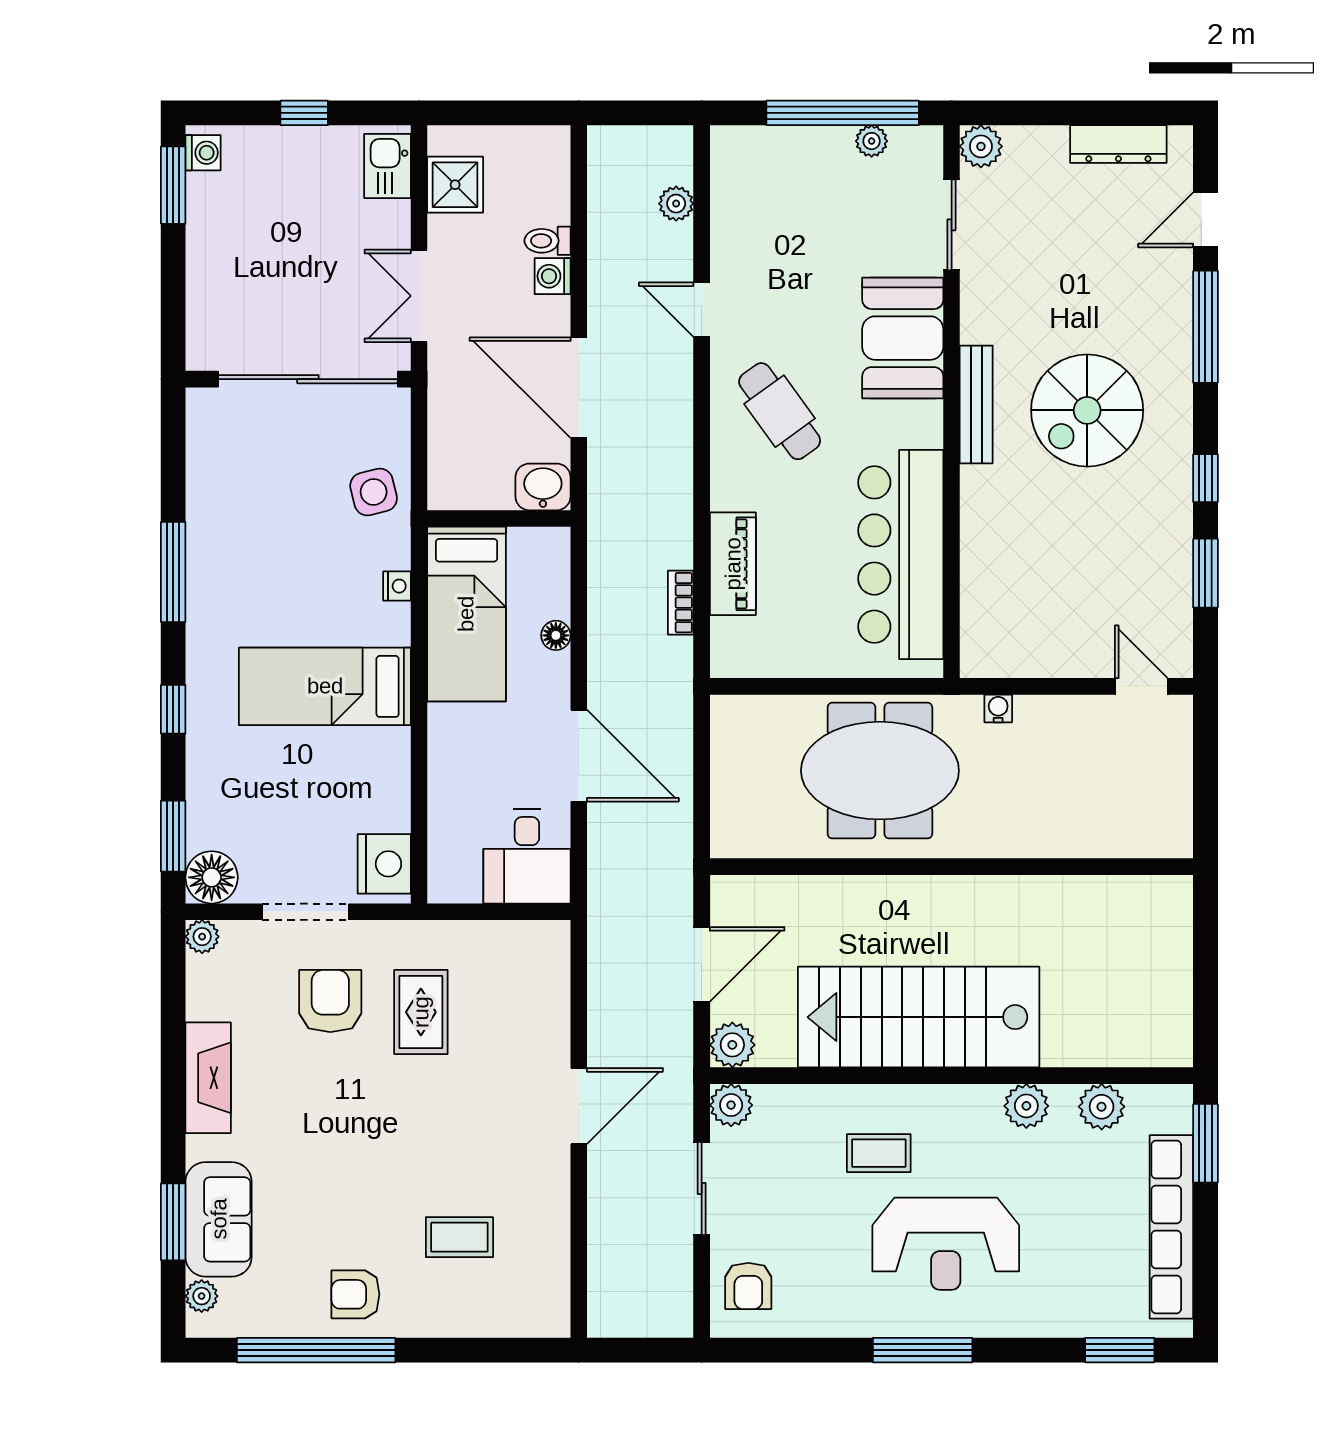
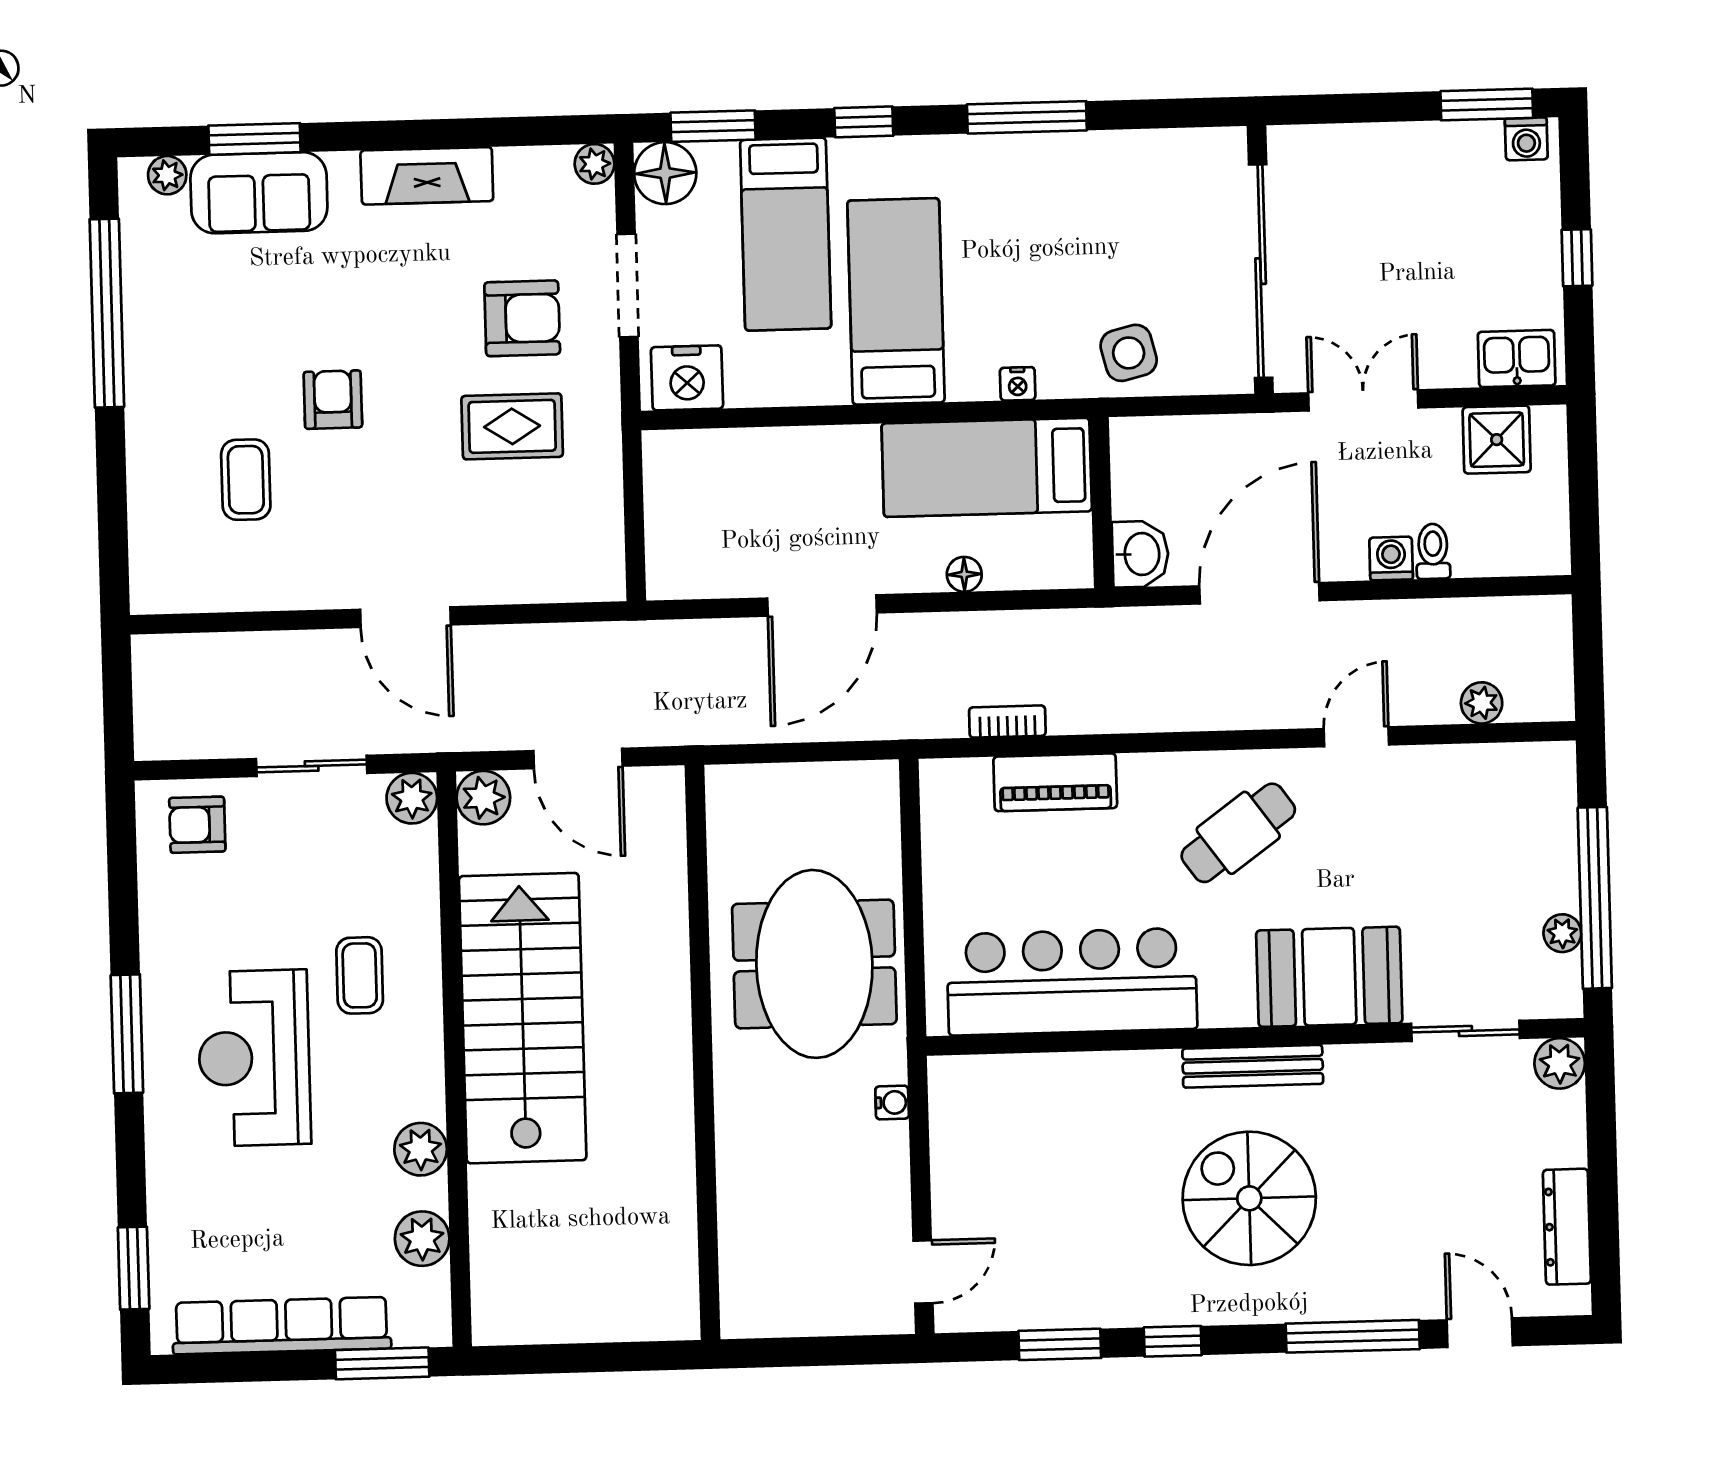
bed: (266, 778) -> (786, 234), added
desk: (527, 856) -> (701, 547), removed
armchair: (355, 1294) -> (333, 400), moved

